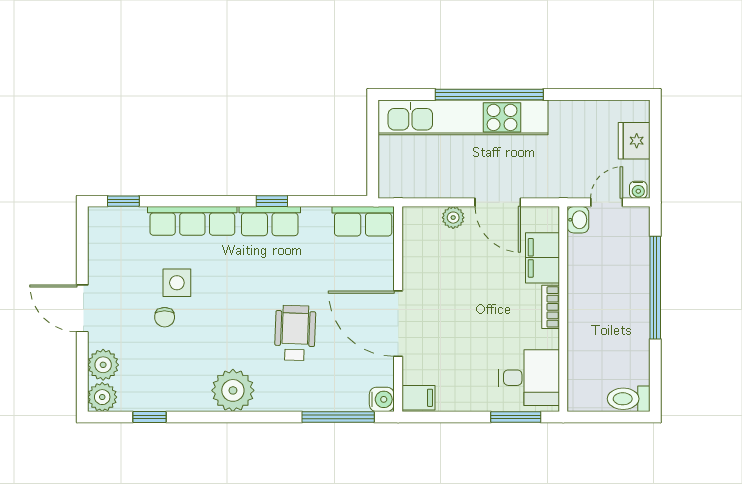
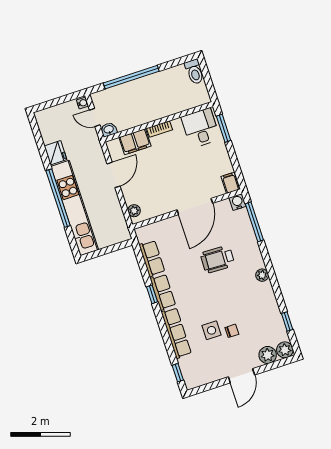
fridge: (634, 141) -> (55, 153), moved, turned -90
plant: (453, 218) -> (134, 211), moved
row of seats: (363, 221) -> (152, 258), moved
plant: (233, 390) -> (262, 275), width x0.53, depth x0.53

